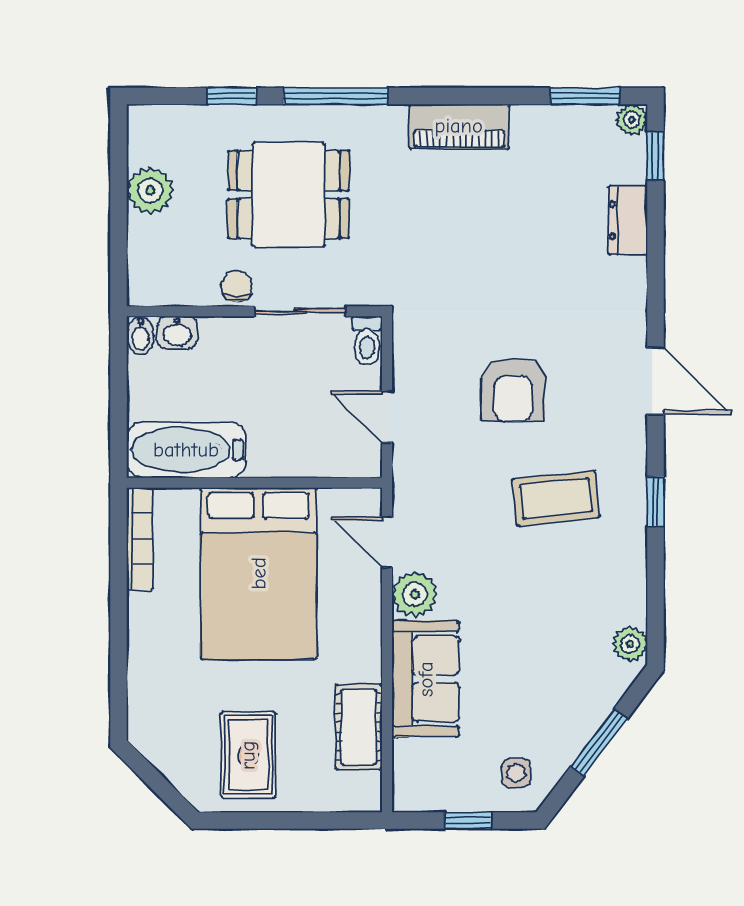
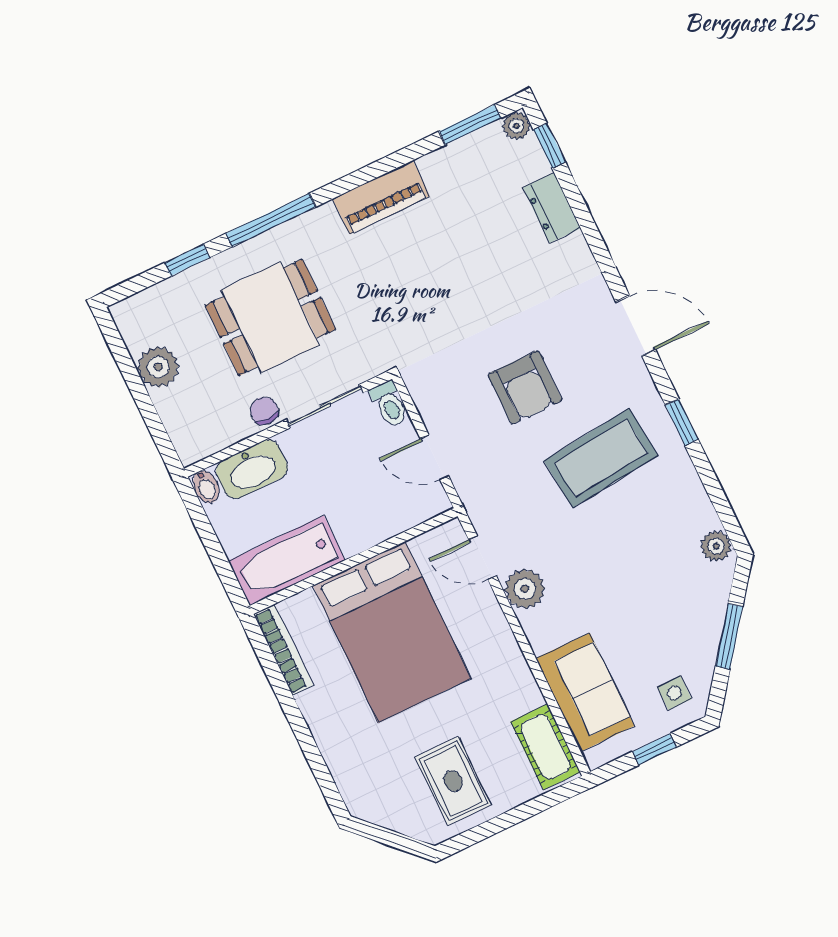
washbasin: (177, 333) -> (252, 469), width x1.91, depth x1.45
coffee table: (556, 498) -> (601, 458), width x1.36, depth x1.32
sofa: (426, 679) -> (585, 692), moved
cot: (359, 727) -> (545, 747), moved

